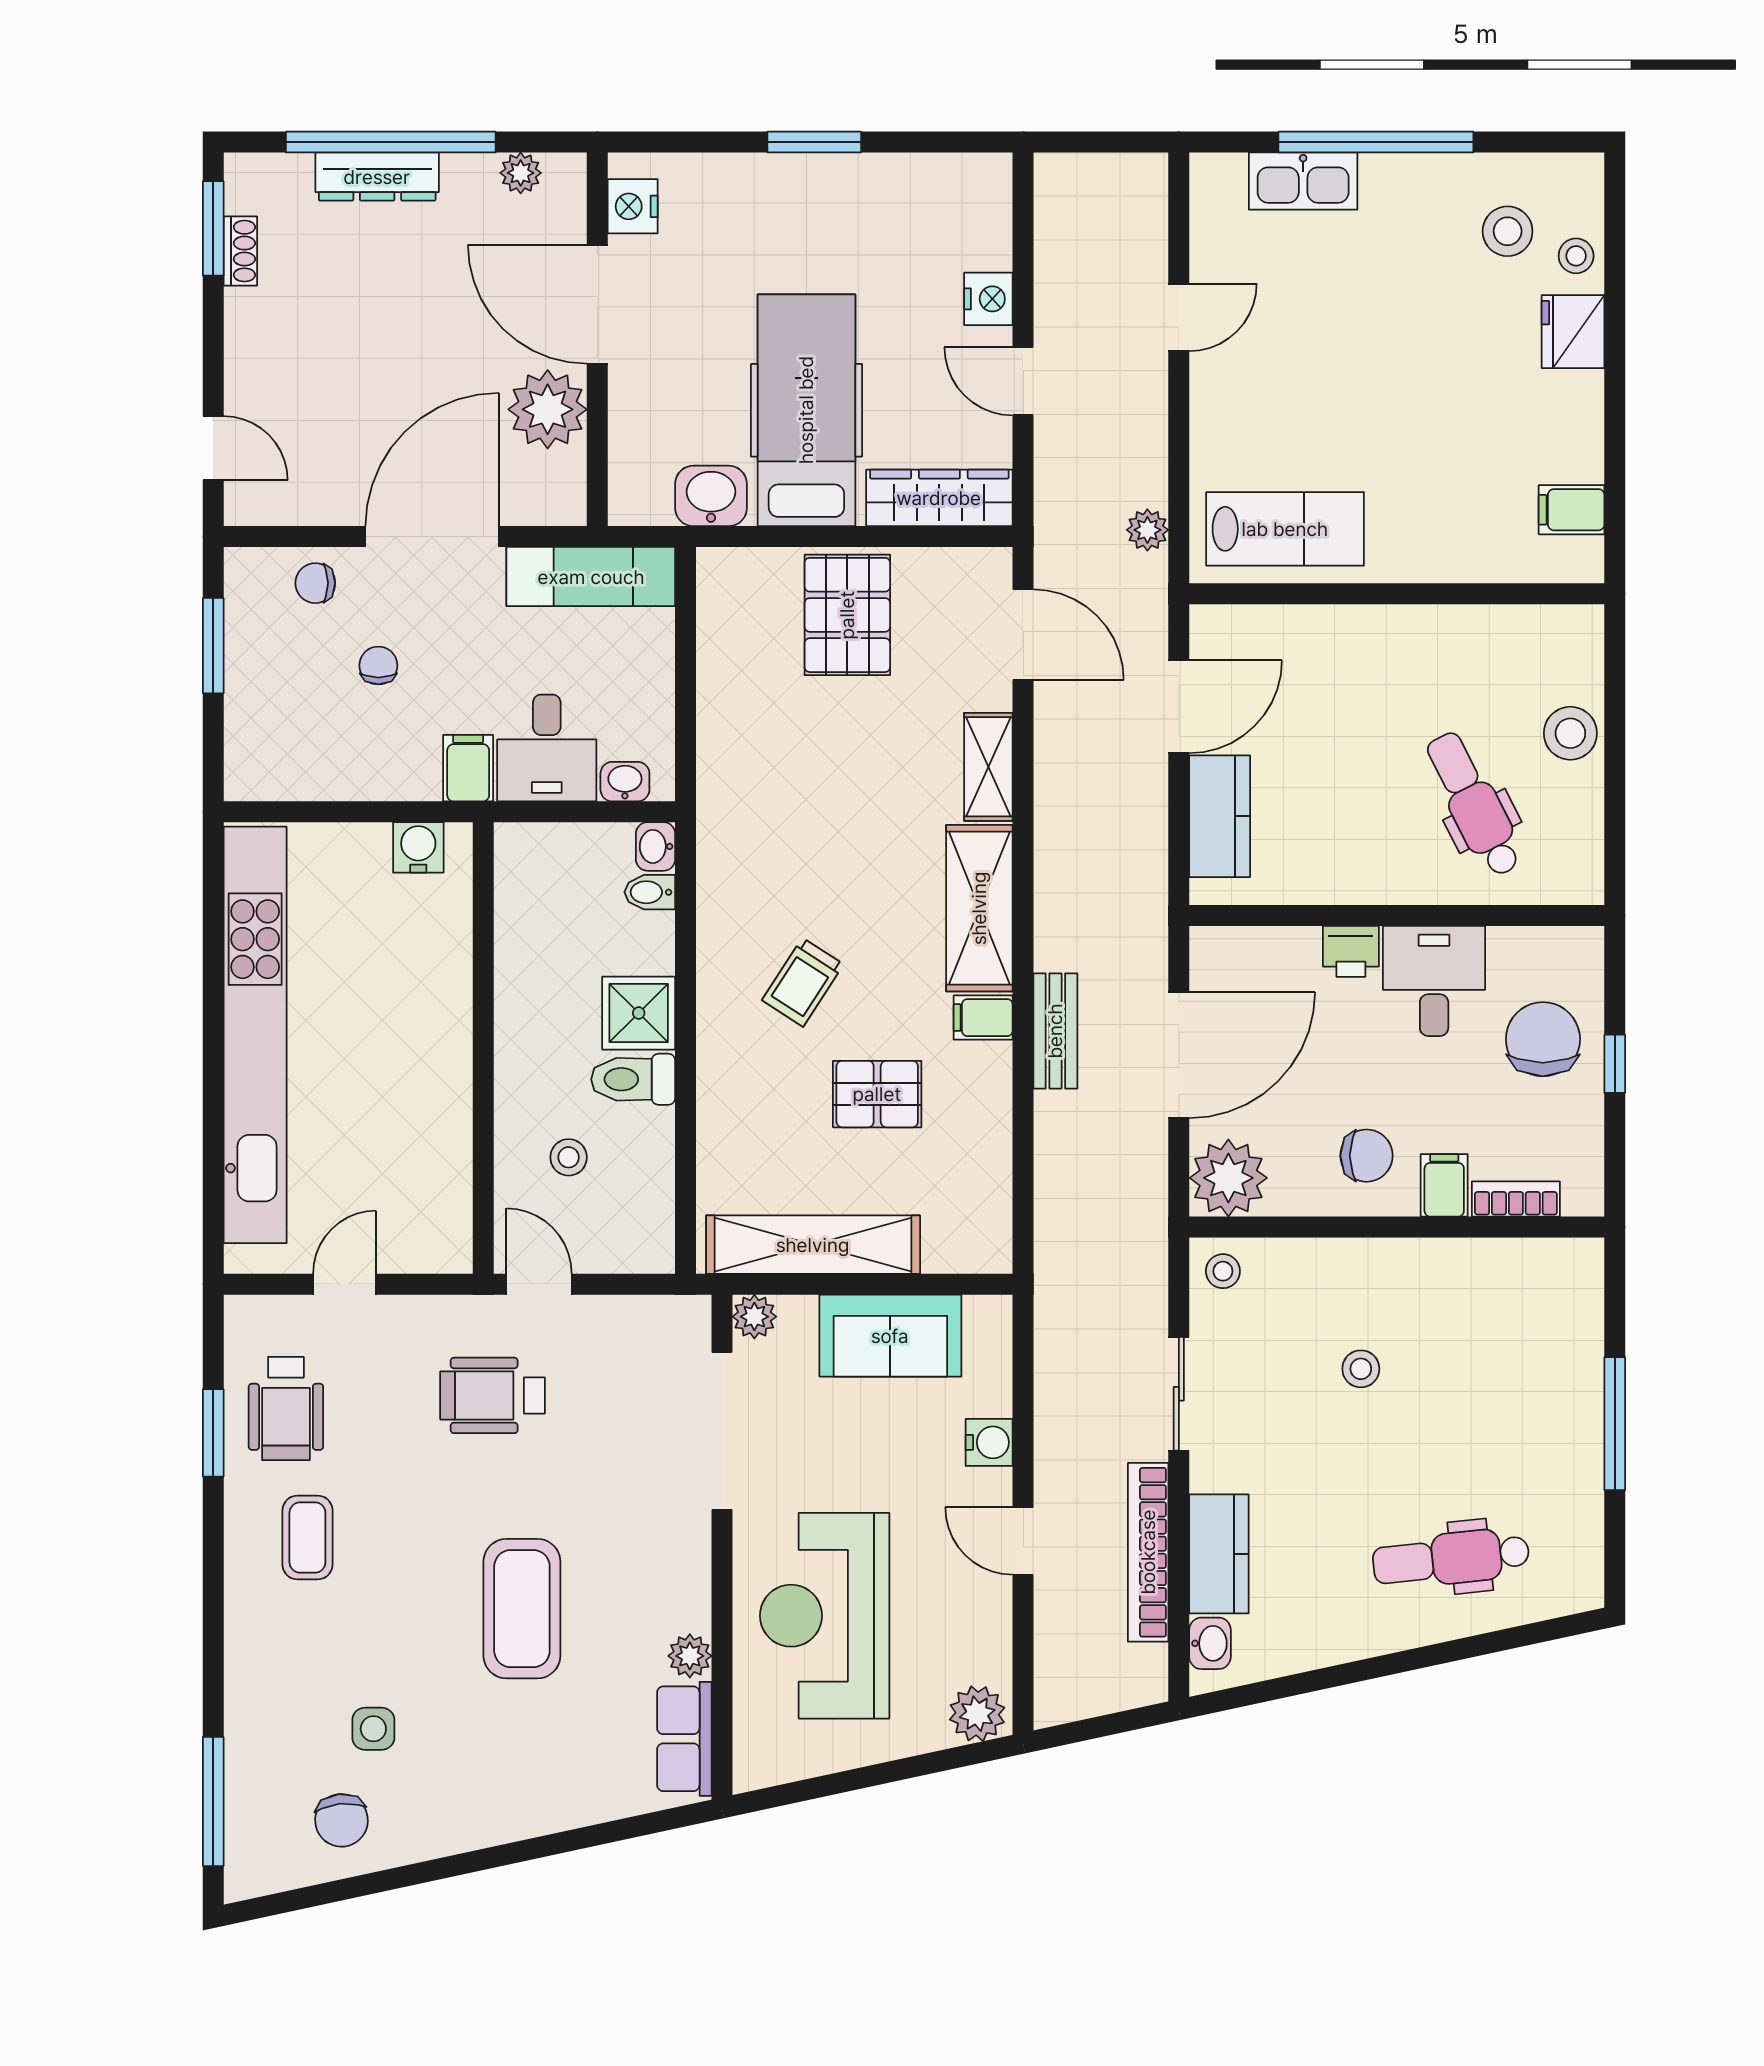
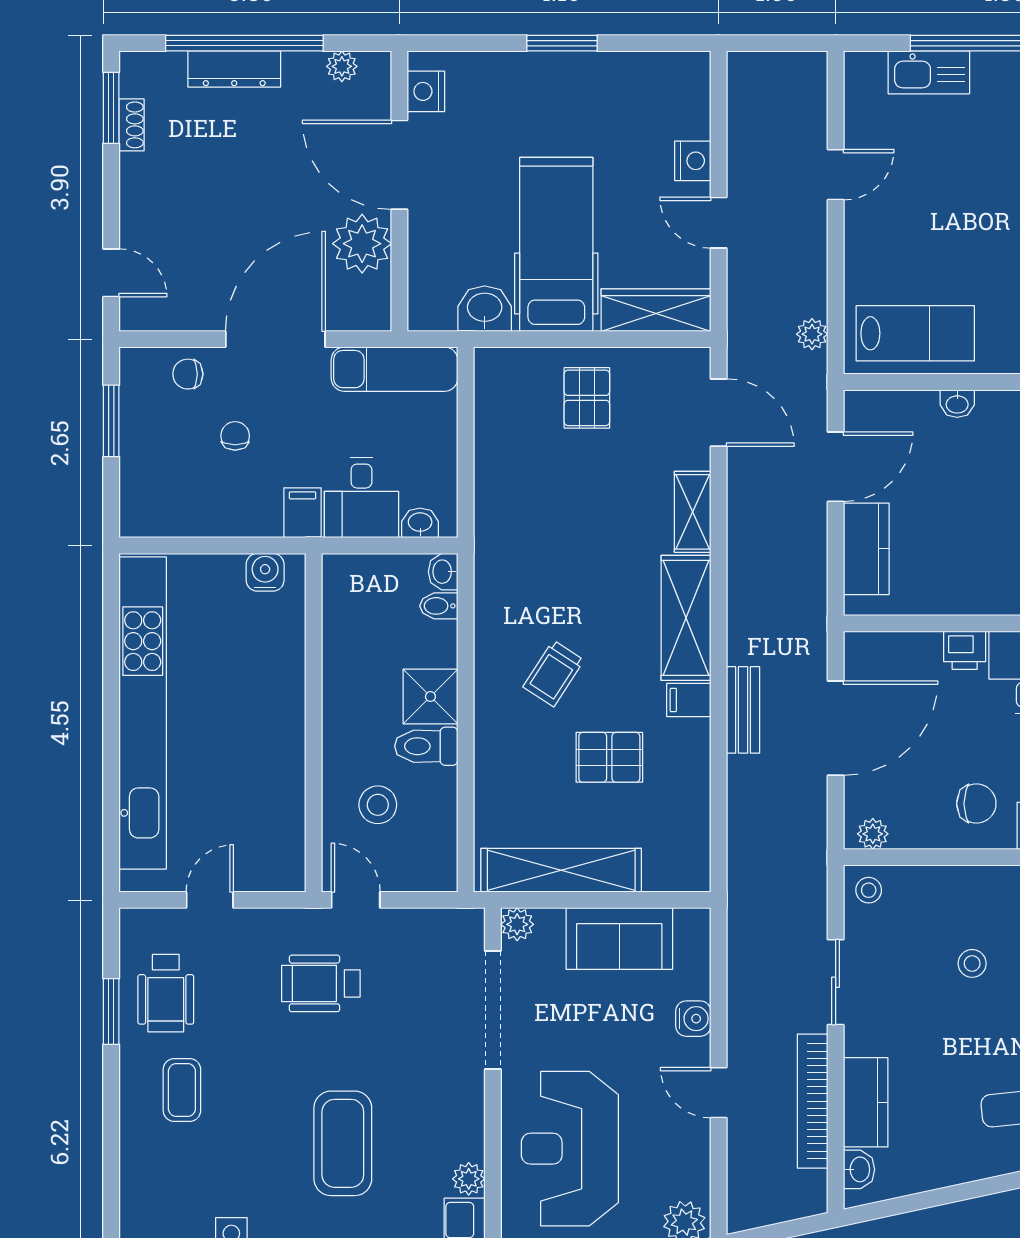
pallet: (847, 615) -> (587, 398), width x0.67, depth x0.71
washbasin: (1341, 623) -> (957, 404), added
stool: (569, 1157) -> (378, 805), width x1.37, depth x1.37
plant: (1228, 1178) -> (873, 834), width x0.53, depth x0.53

